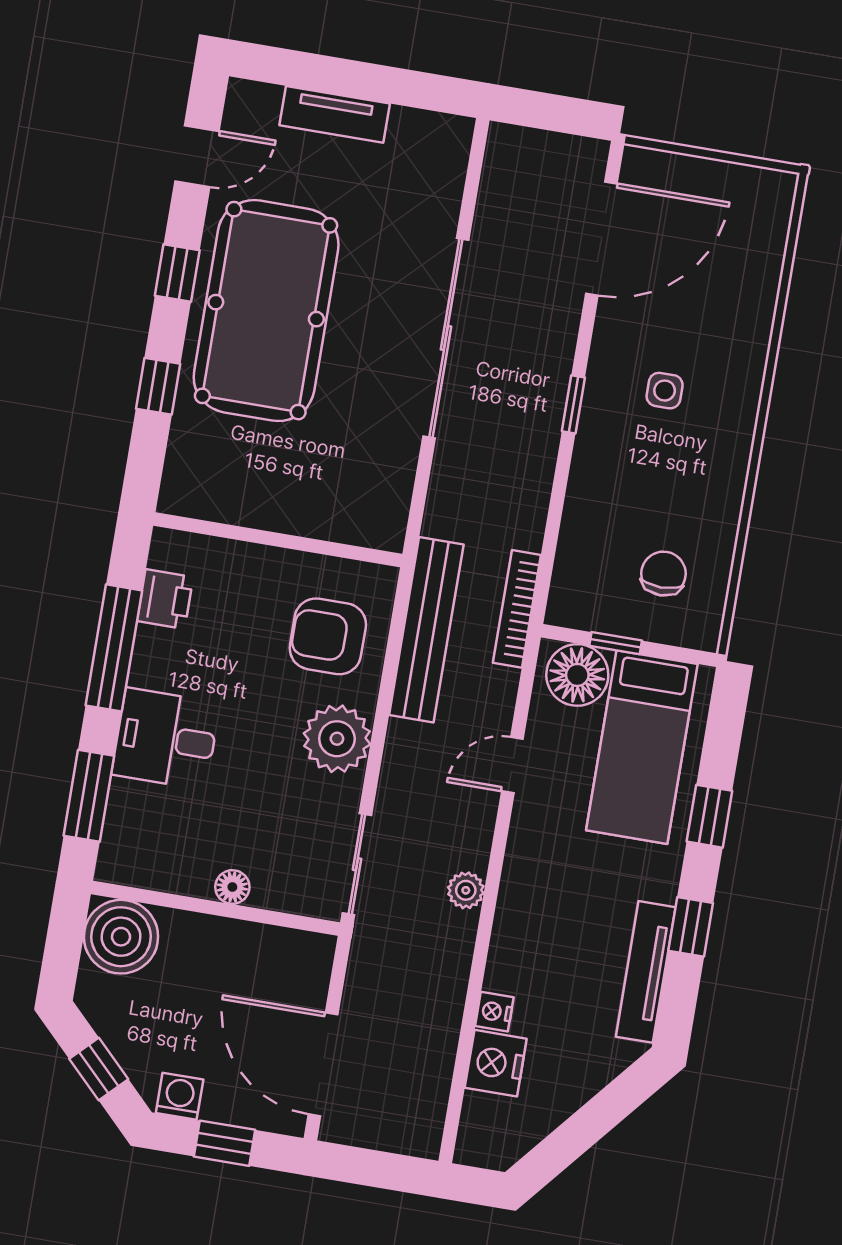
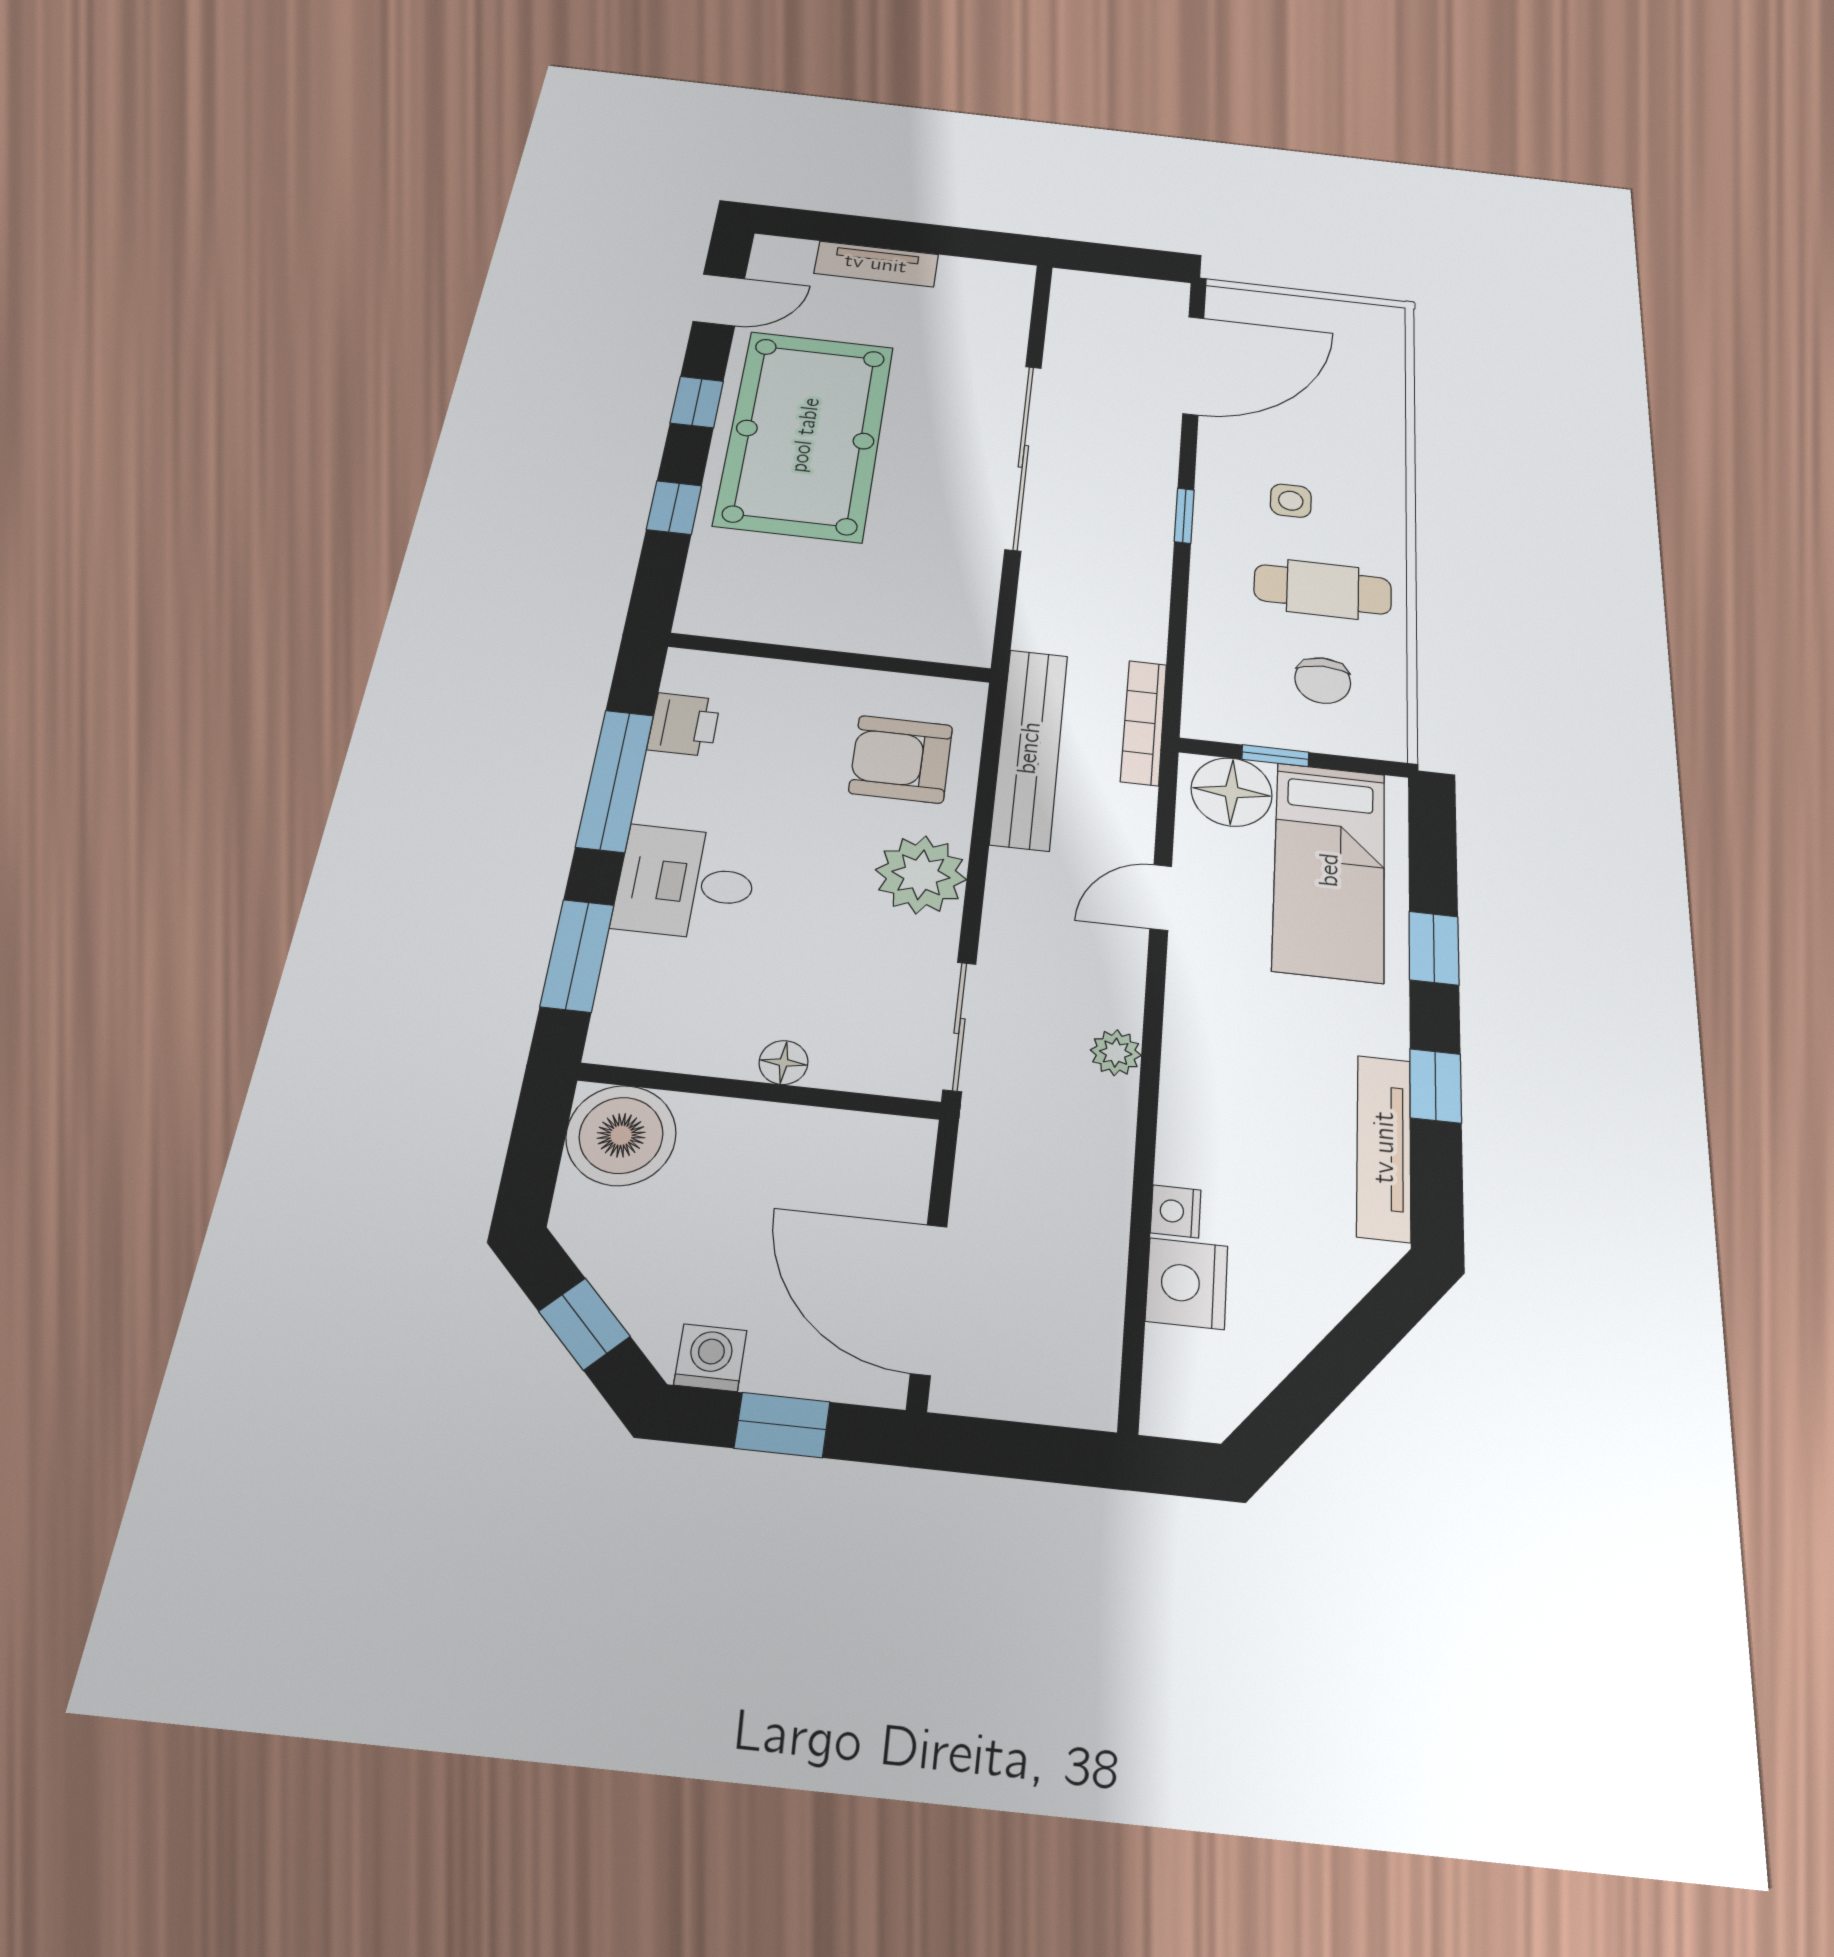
cafe table: (677, 484) -> (1323, 589), added
chair: (663, 574) -> (1323, 680), turned 180

